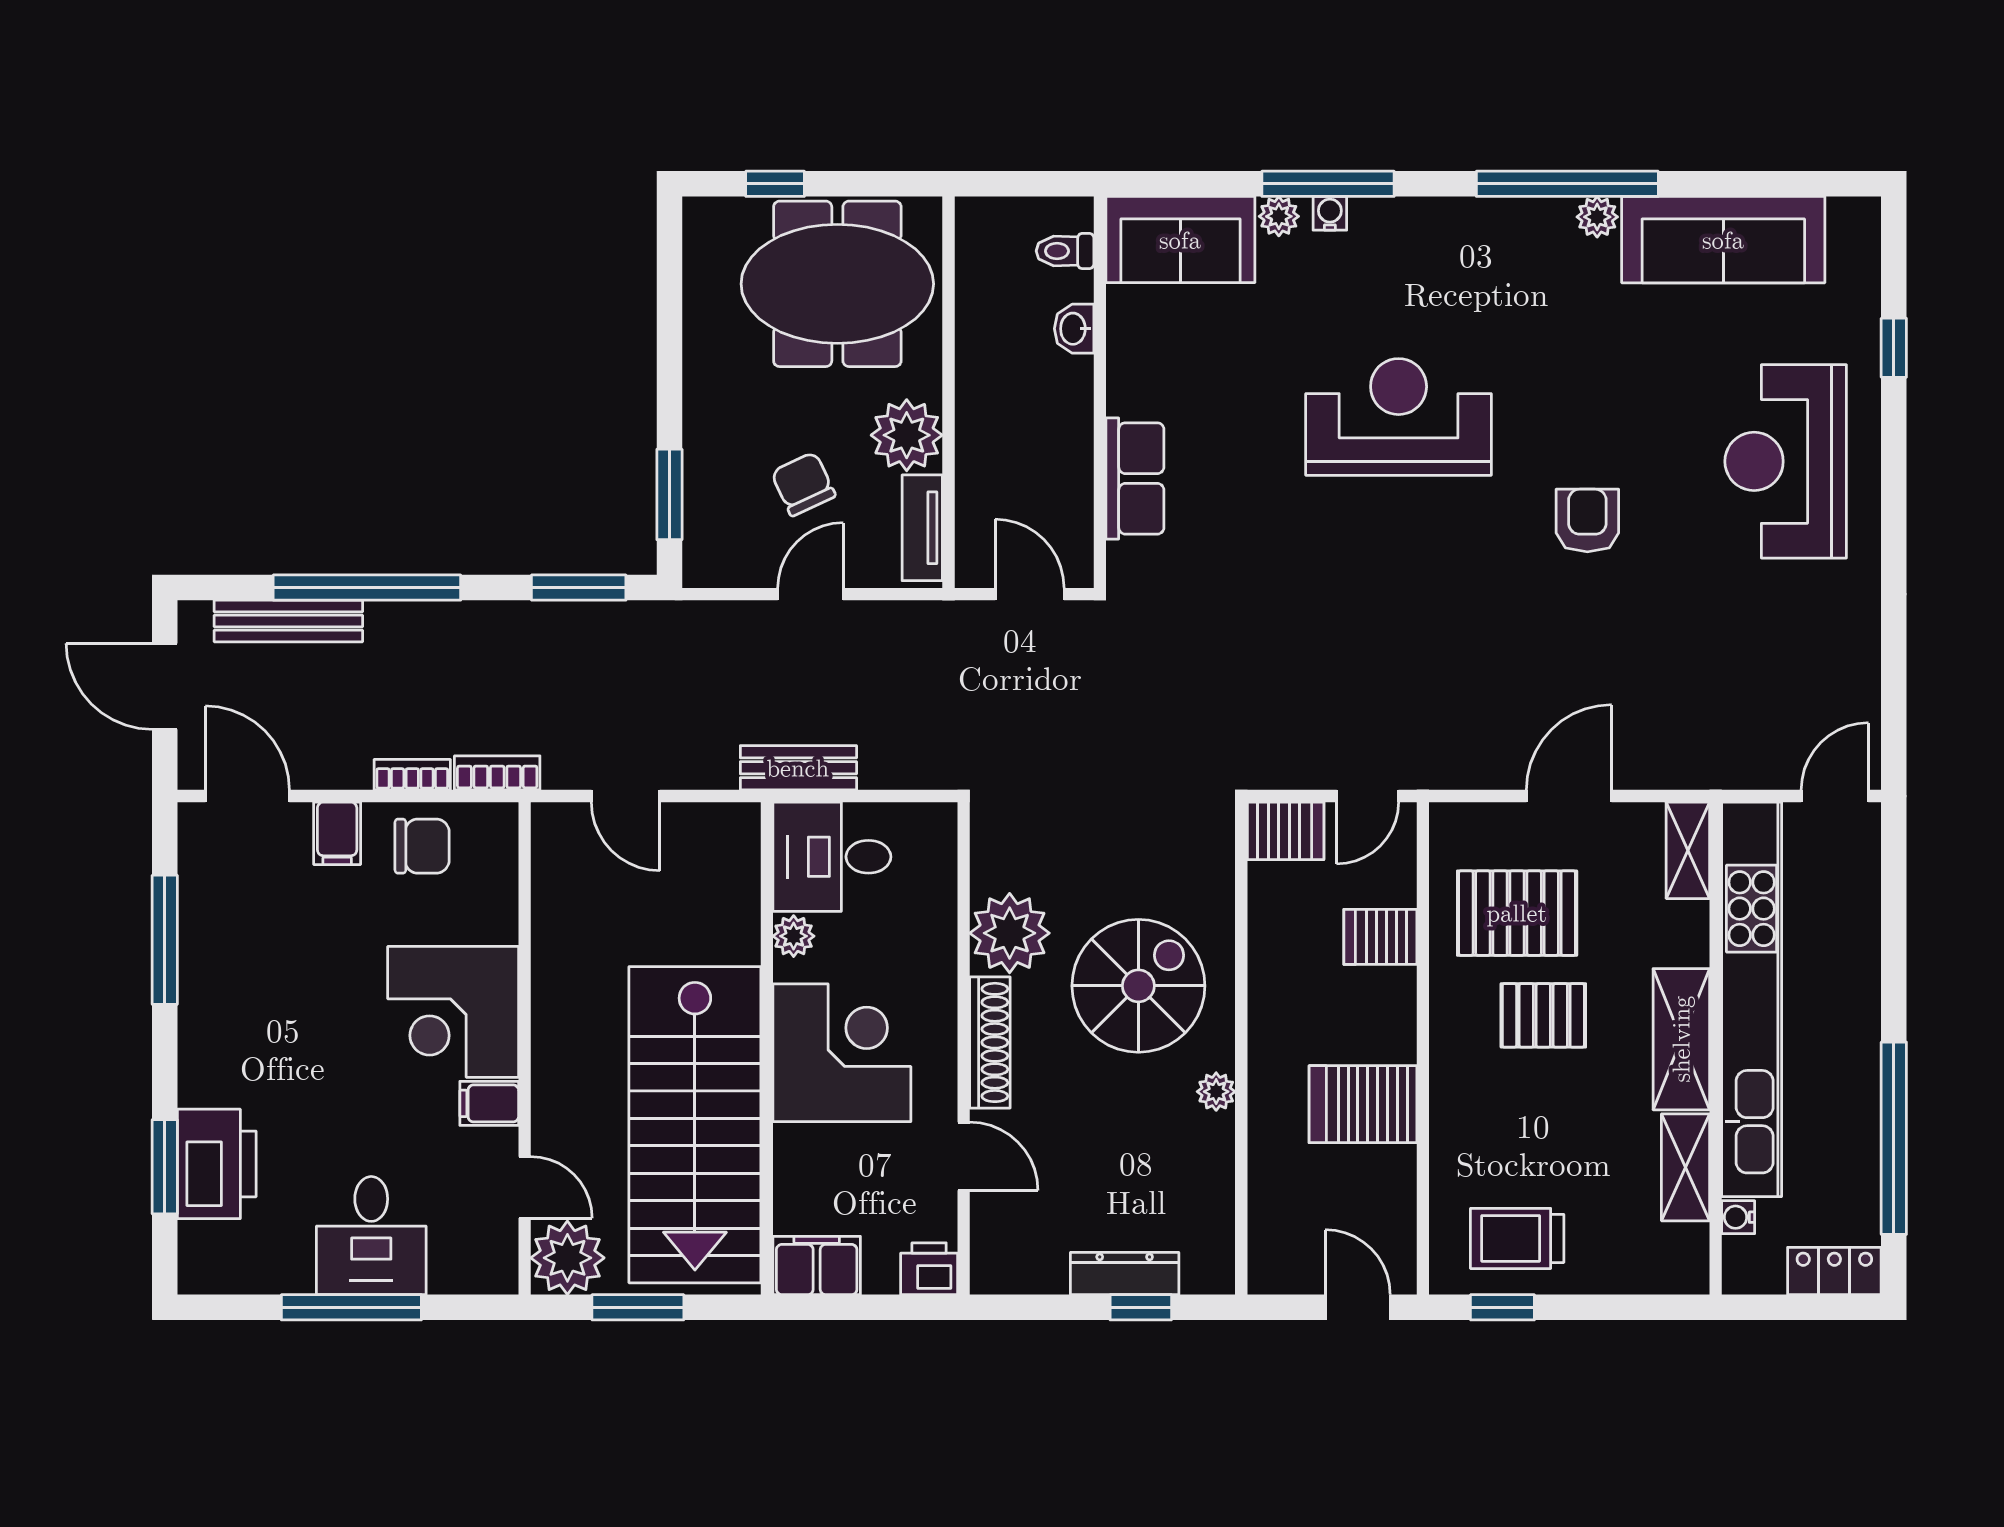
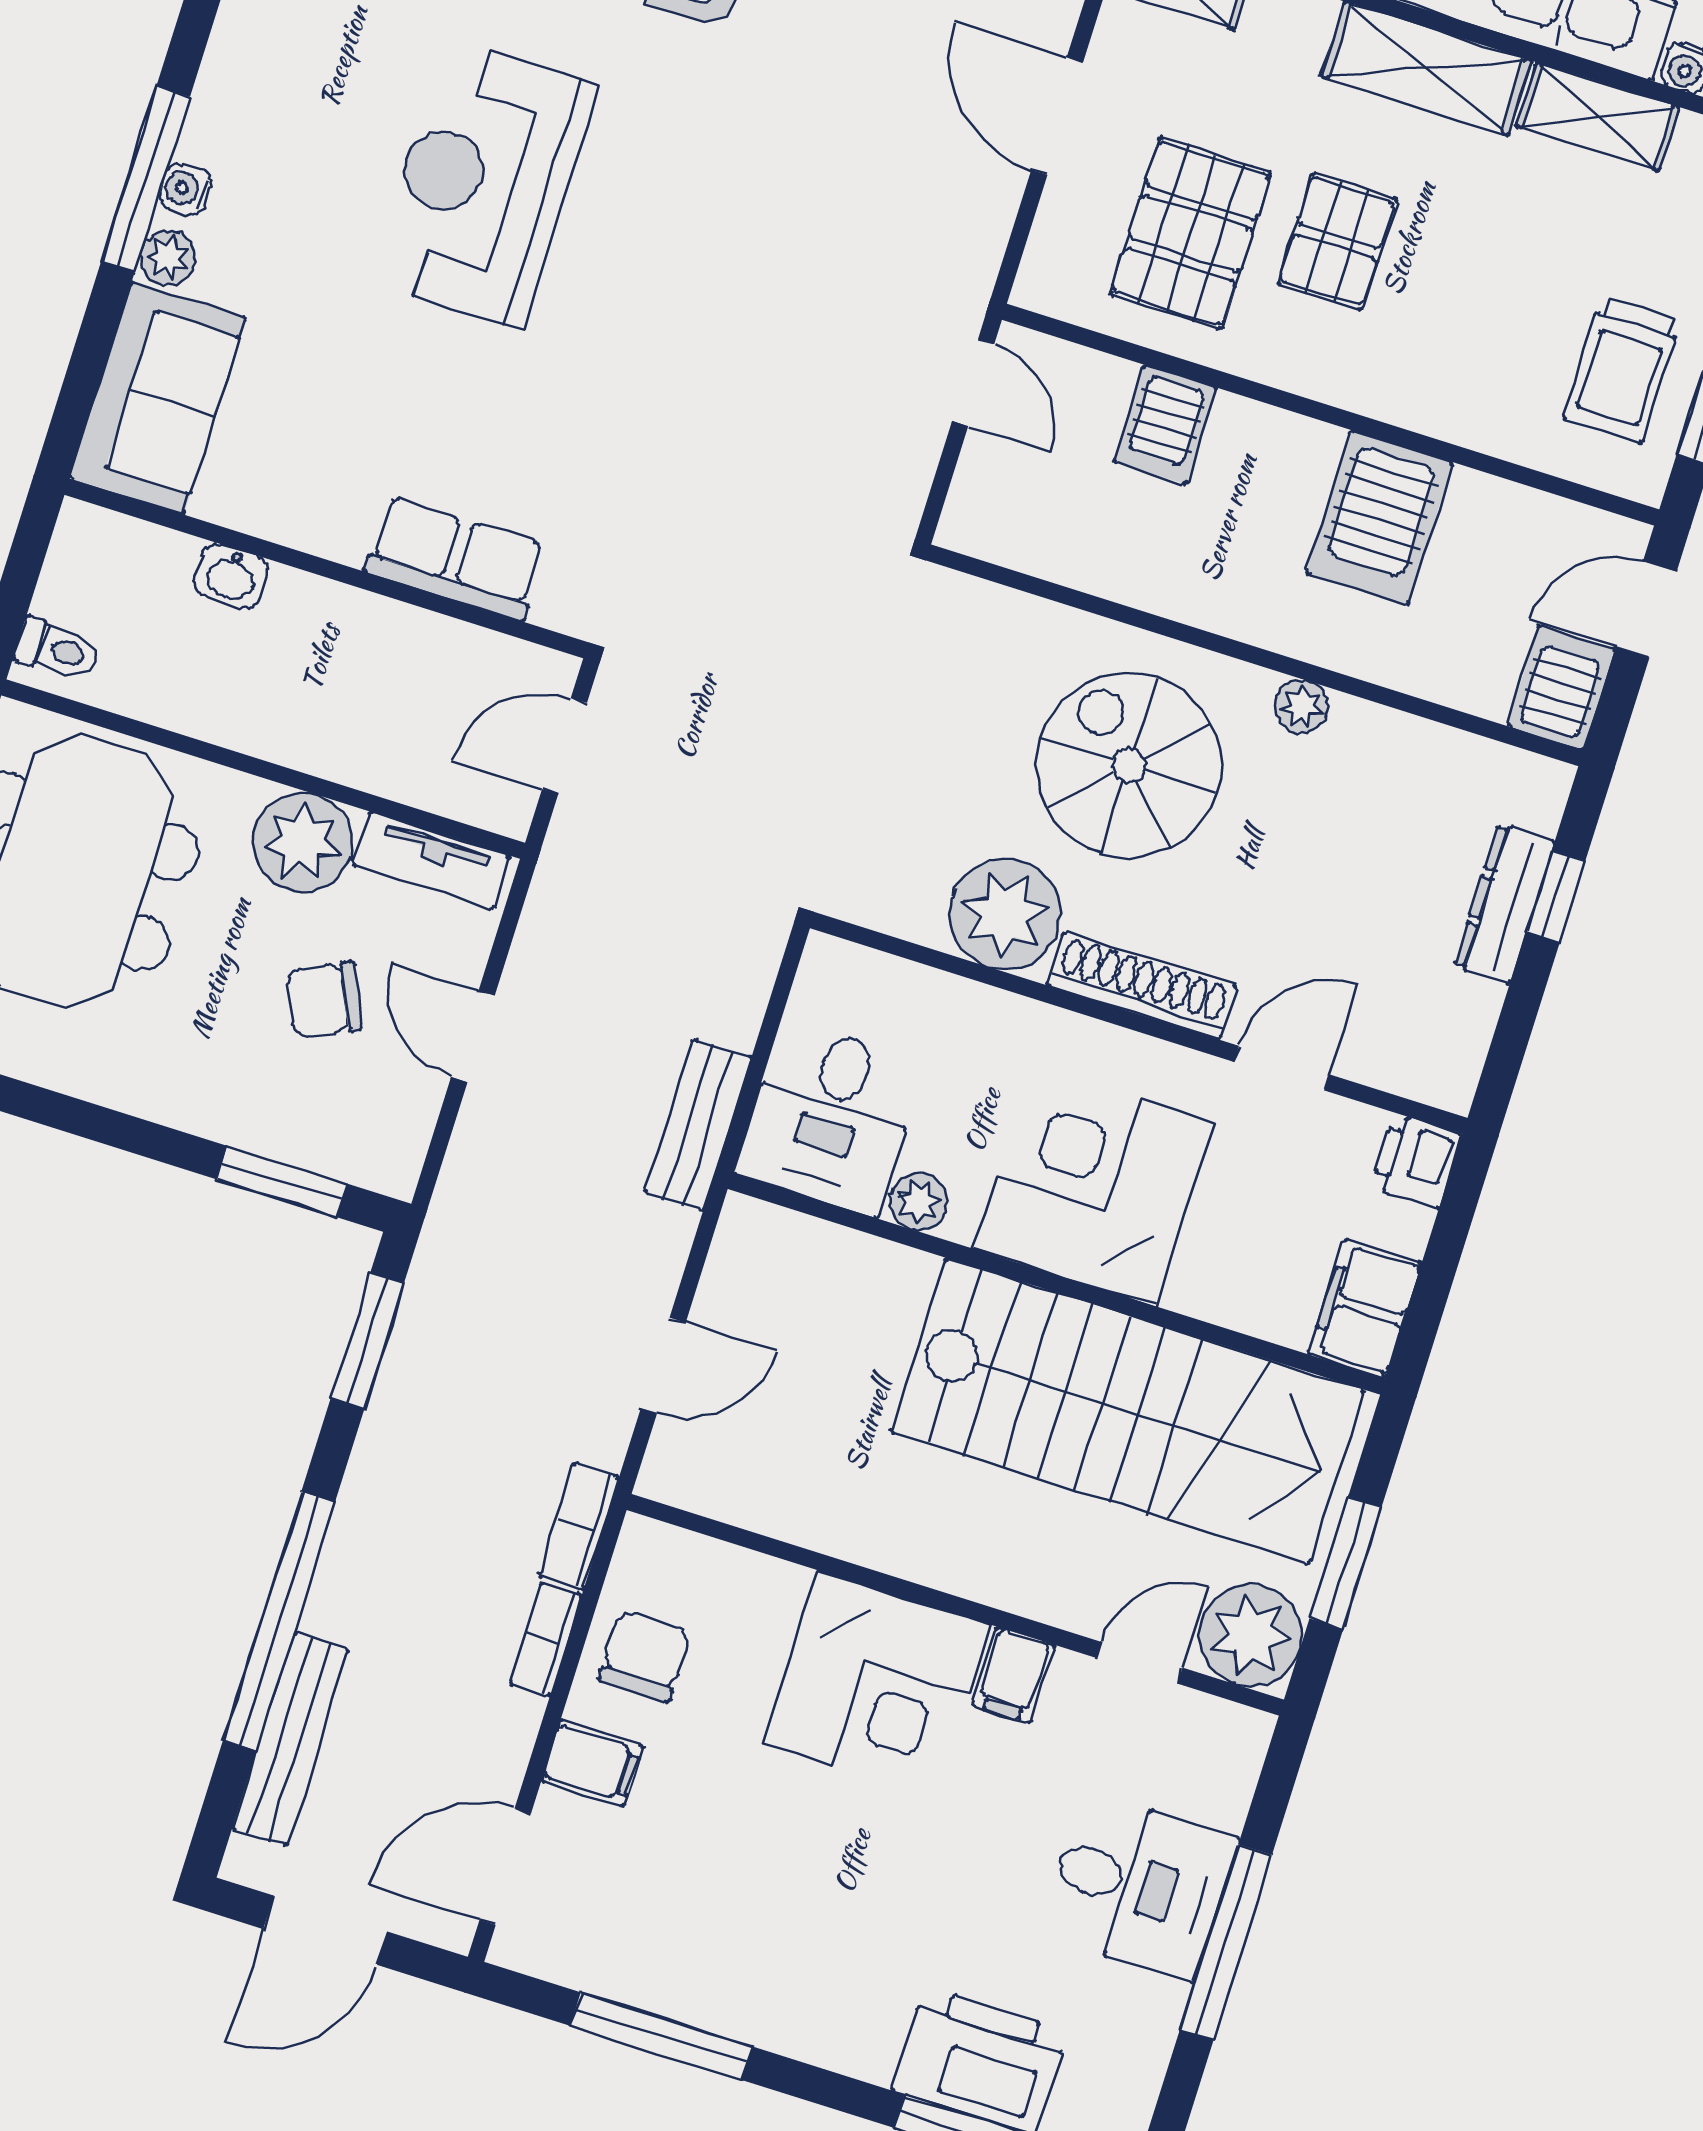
toilet: (1065, 251) -> (58, 650), moved, turned -90
server rack: (1286, 831) -> (1561, 687), moved

